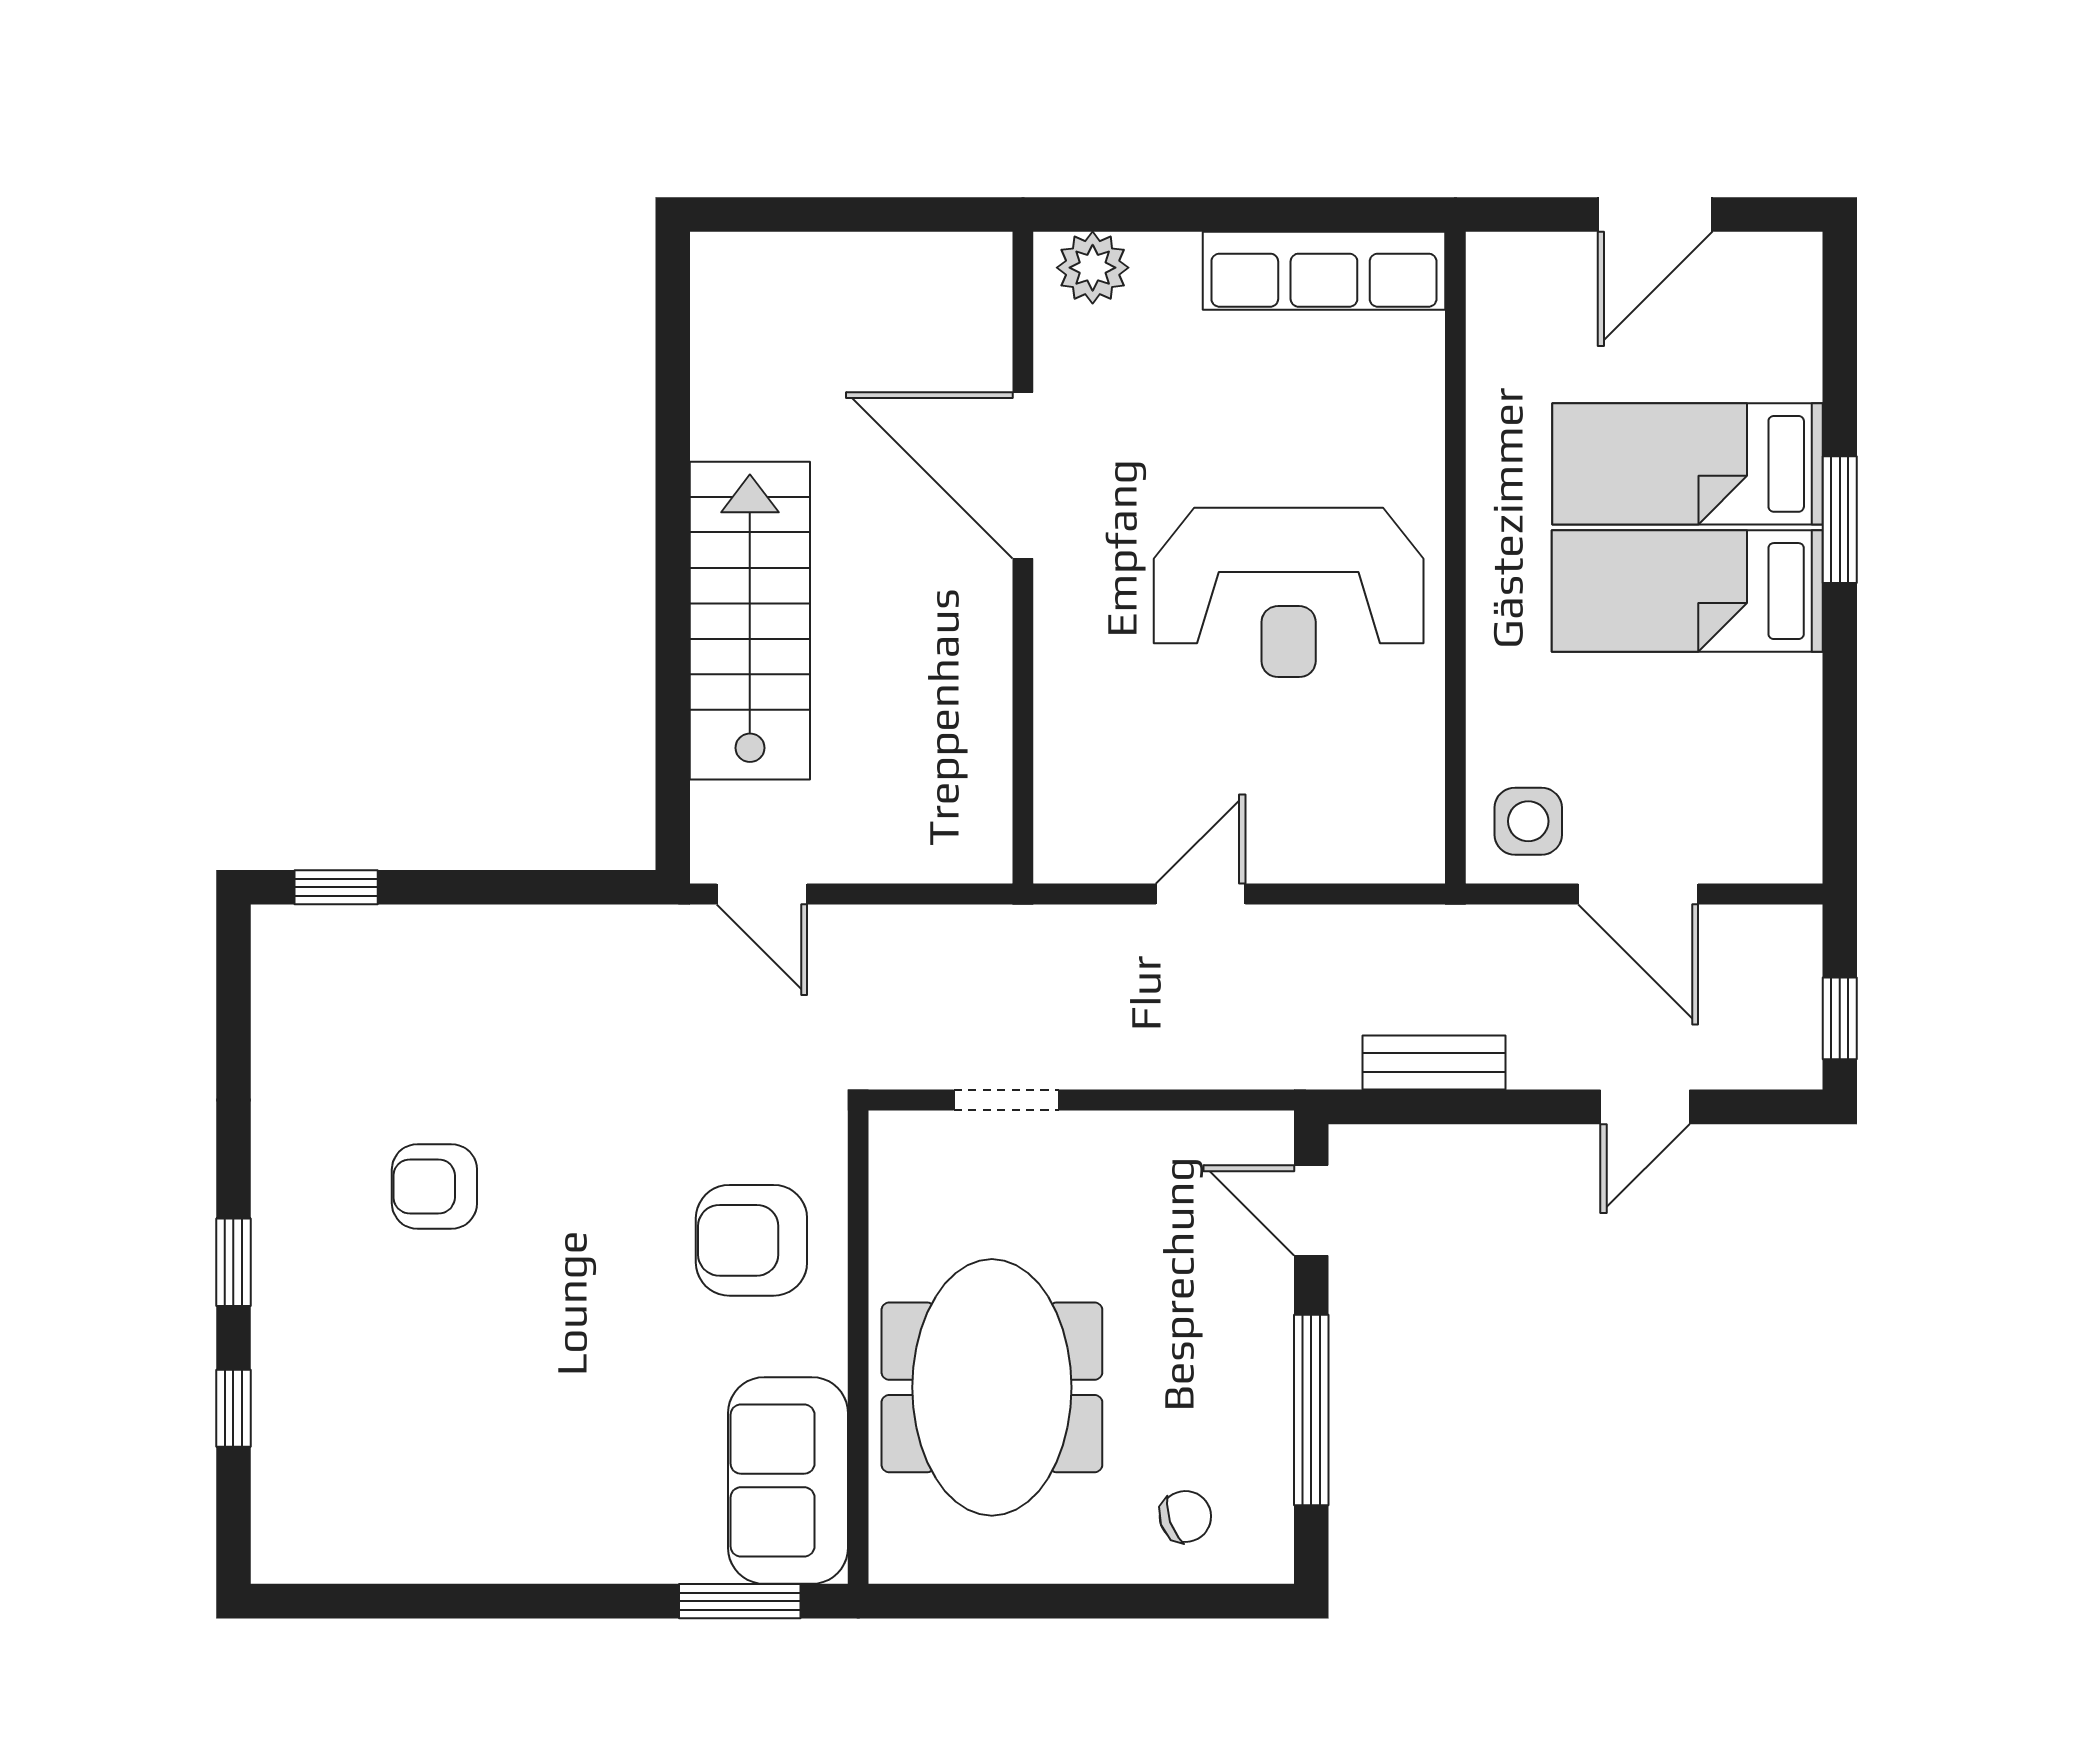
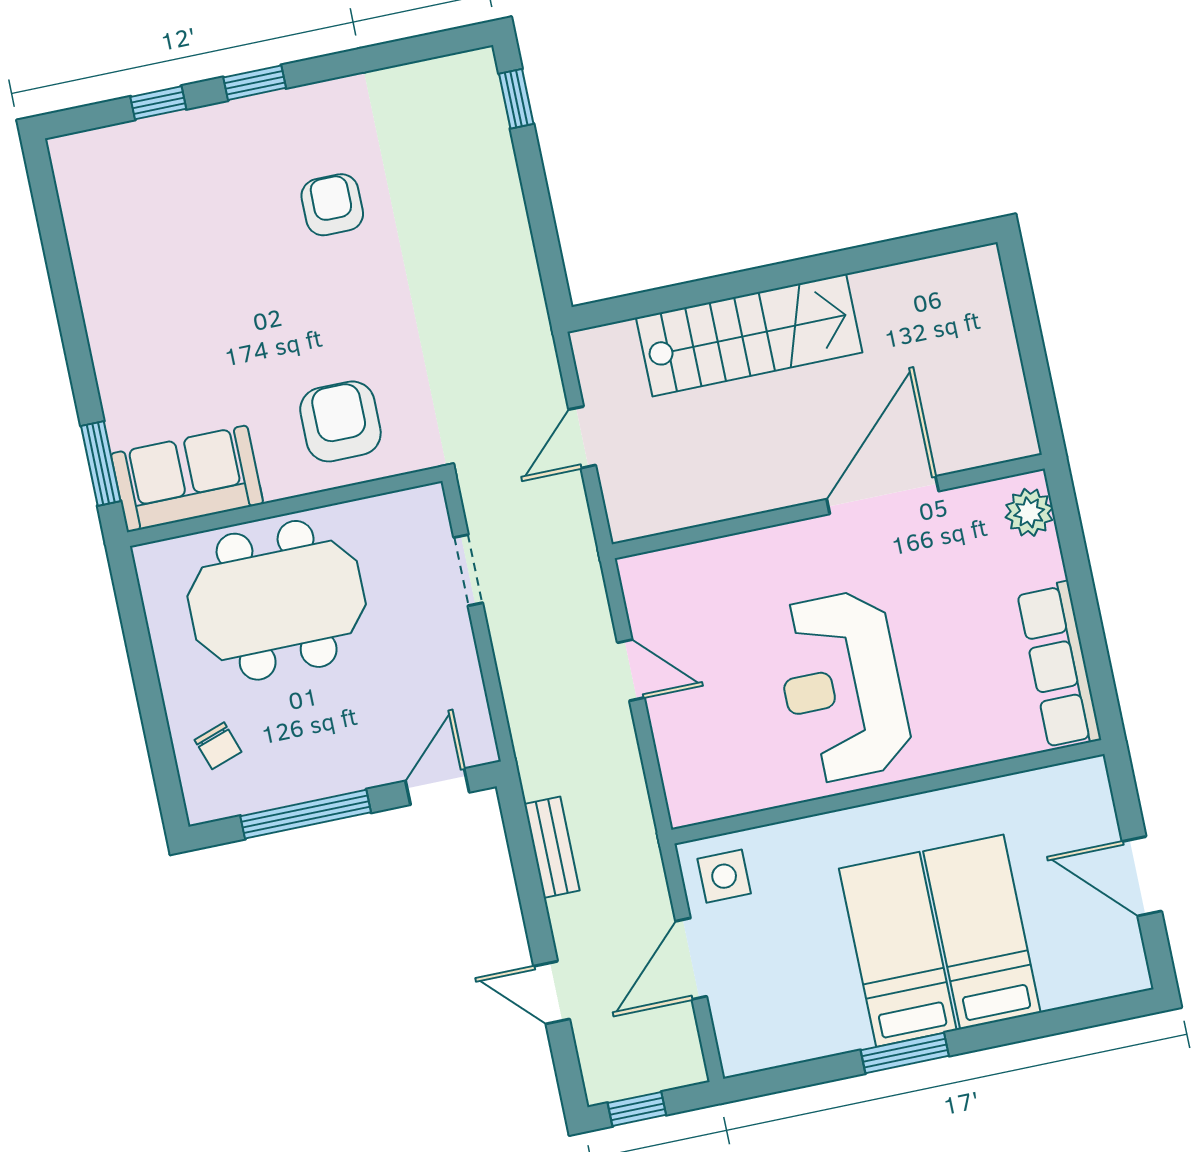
window: (1840, 520) -> (905, 1053), moved
door: (762, 894) -> (582, 437), moved

